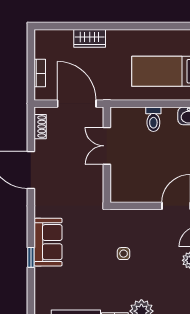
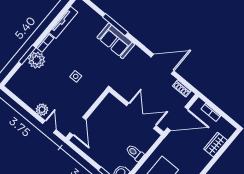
wardrobe: (90, 38) -> (216, 145), moved
double door: (107, 146) -> (141, 116), width x1.37
window: (31, 257) -> (115, 25), width x2.17

